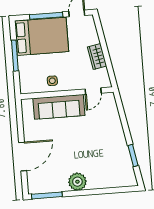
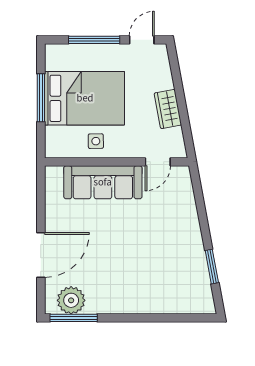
bed: (42, 36) -> (85, 98), moved
plant: (77, 182) -> (71, 300), moved

